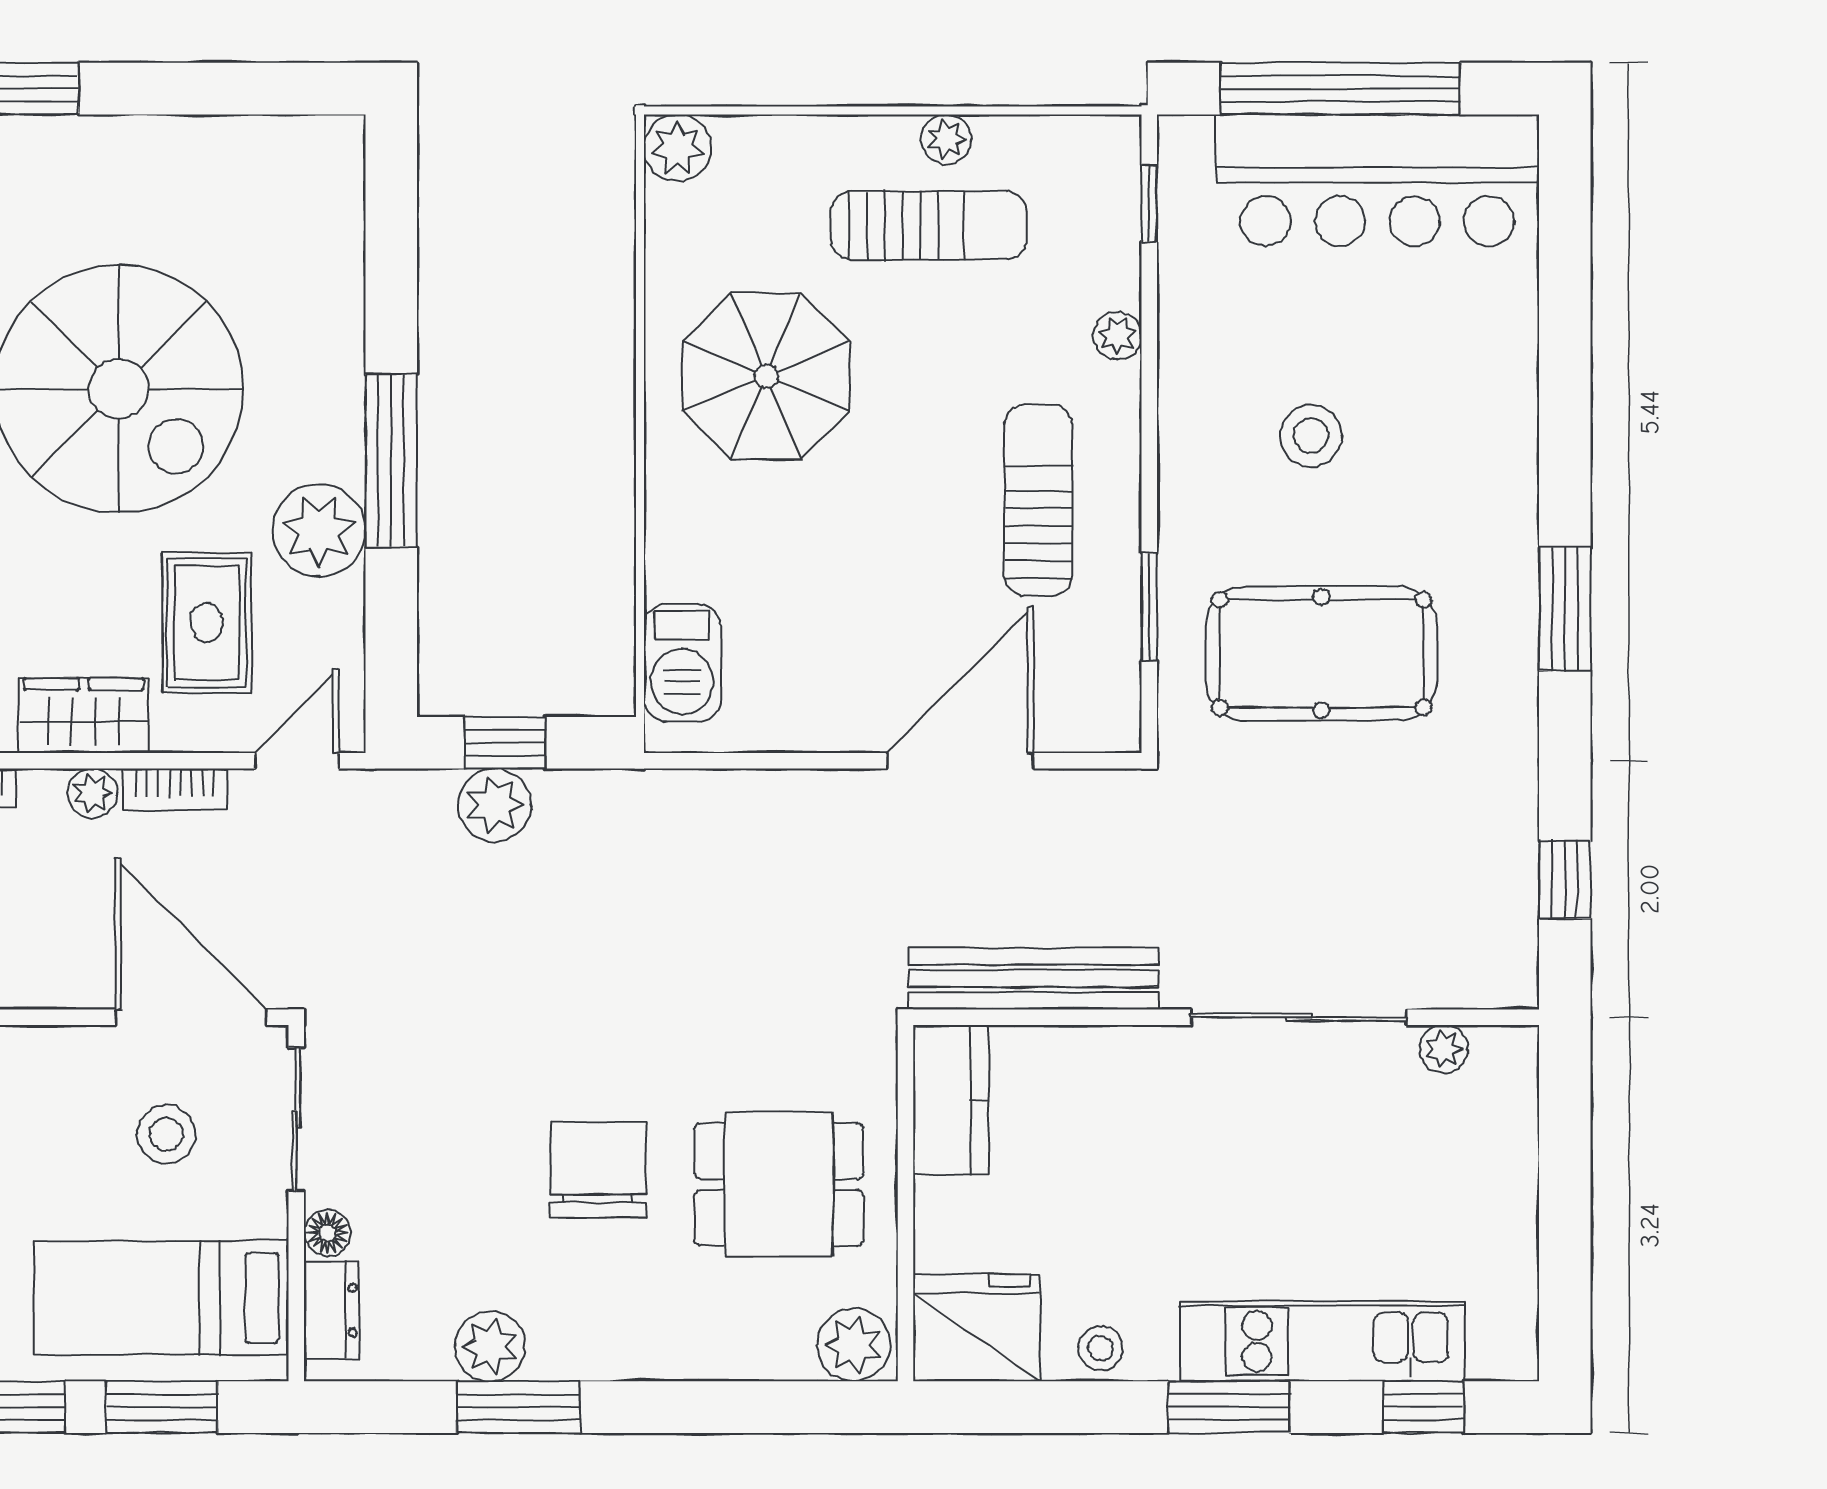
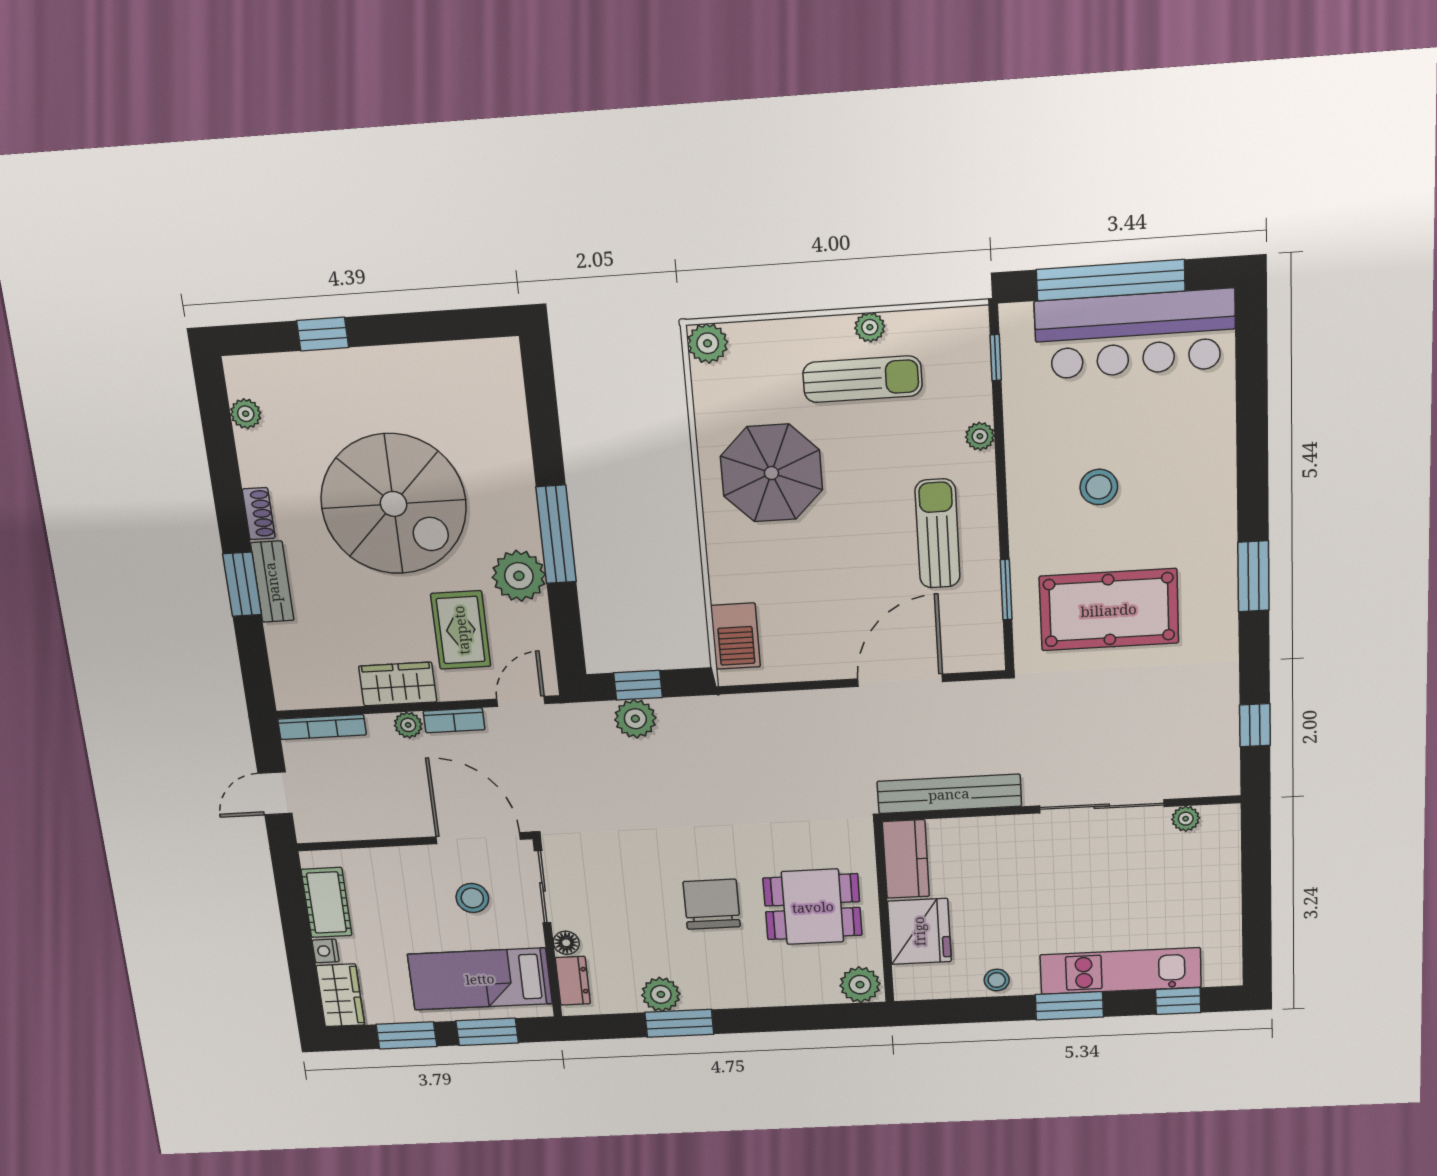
fridge: (977, 1328) -> (919, 931), moved, turned 90

